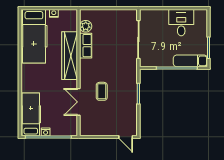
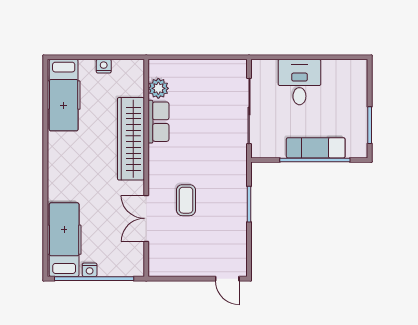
desk: (181, 23) -> (299, 82), moved
hospital bed: (34, 36) -> (64, 95), width x0.73, depth x0.78
exam couch: (190, 61) -> (316, 148), moved

